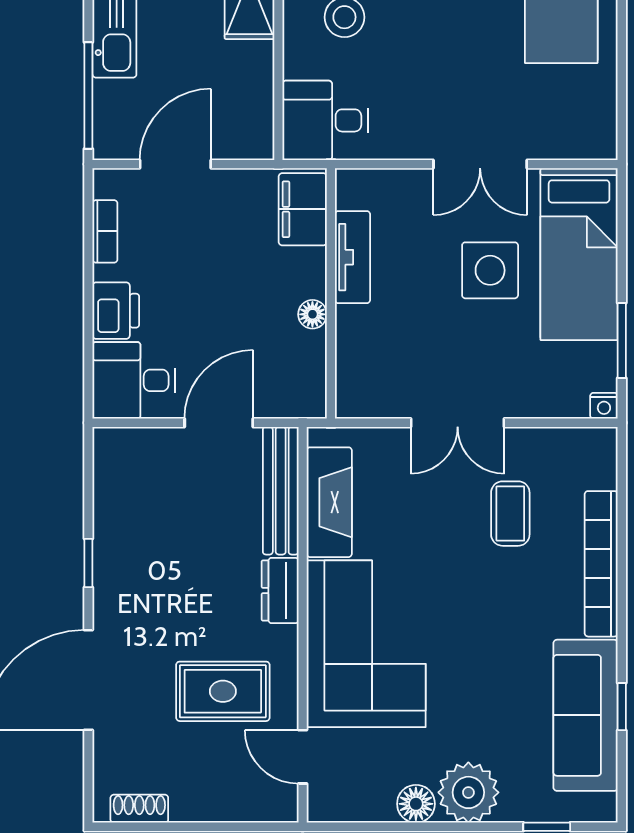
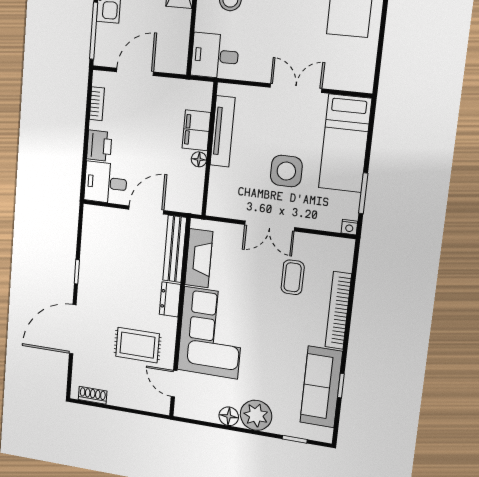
double door: (480, 164) -> (296, 88), swing flipped
filing cabinet: (303, 209) -> (196, 130), moved
tv unit: (352, 257) -> (223, 131), width x1.41
side table: (490, 270) -> (286, 171), moved

